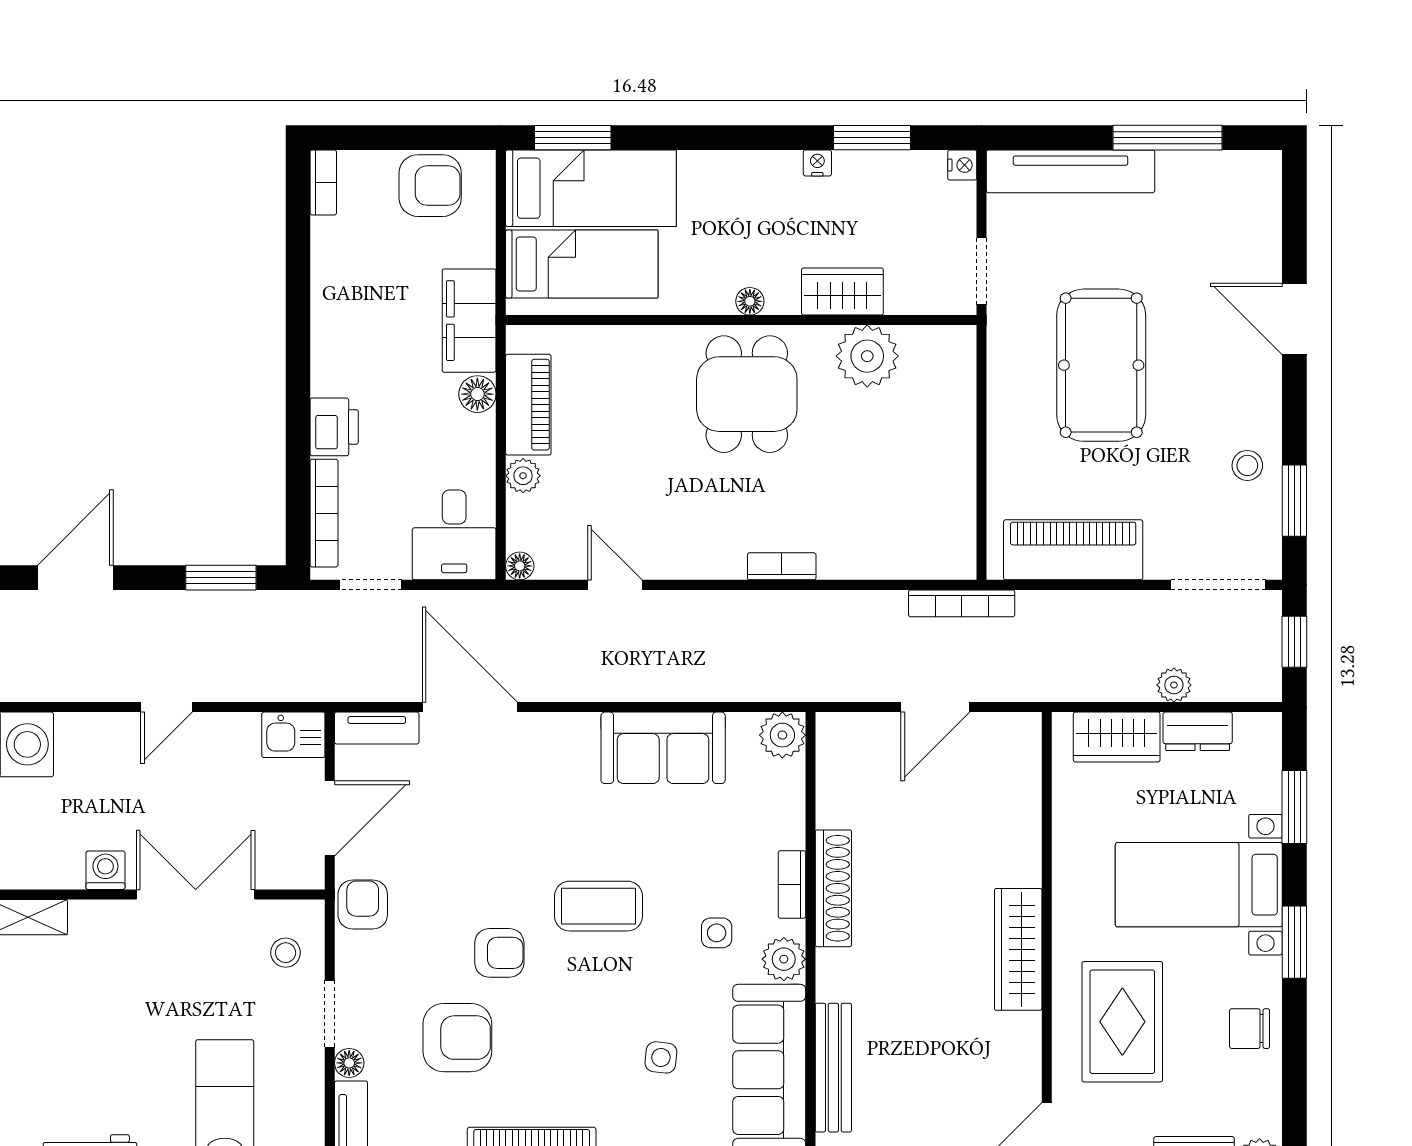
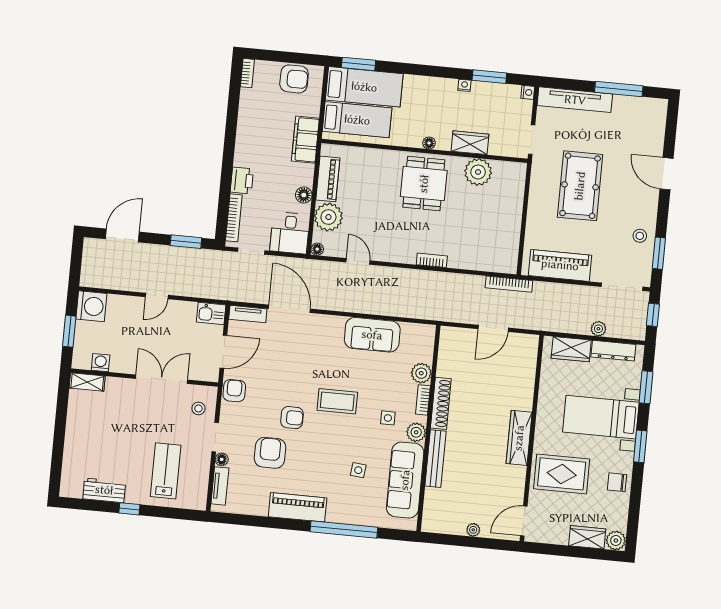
floor lamp: (477, 394) -> (304, 195), moved
plant: (523, 476) -> (328, 217), width x1.88, depth x1.88
dresser: (1198, 731) -> (613, 351), width x1.44
plant: (782, 735) -> (421, 373), moved
washing machine: (105, 870) -> (101, 363), moved
rug: (1122, 1022) -> (562, 474), turned 90
armchair: (457, 1038) -> (270, 453), turned -90
bench: (833, 1068) -> (436, 459), moved

